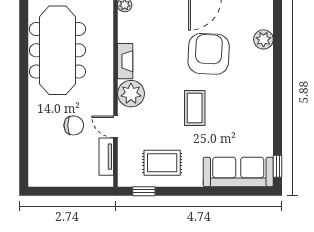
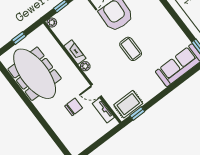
plant: (131, 94) -> (85, 66), width x0.53, depth x0.53
rug: (162, 163) -> (128, 104), moved

